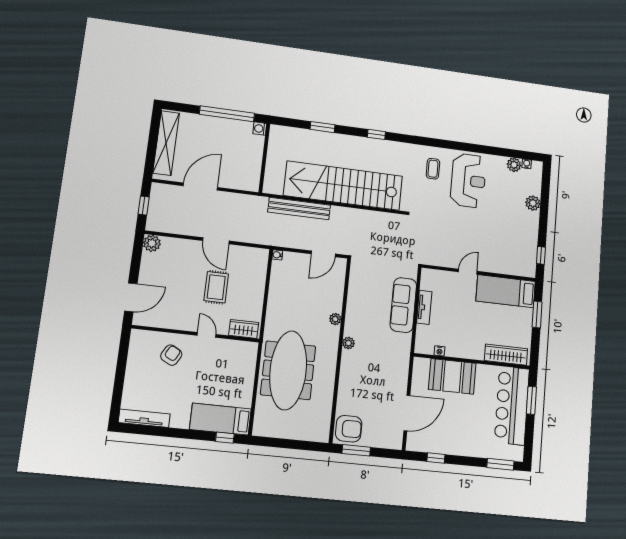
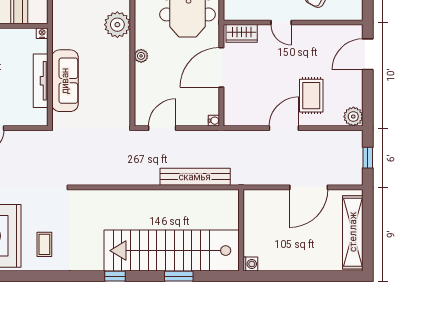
window: (227, 114) -> (289, 276), removed
stairs: (343, 186) -> (172, 251), moved, turned 180
door: (216, 241) -> (284, 128), hinge flipped
rug: (216, 287) -> (311, 96), moved
door: (265, 301) -> (221, 67), added
tv unit: (424, 307) -> (41, 81), width x1.41
plant: (348, 343) -> (117, 25), width x1.87, depth x1.87
nightstand: (439, 351) -> (42, 33), moved

